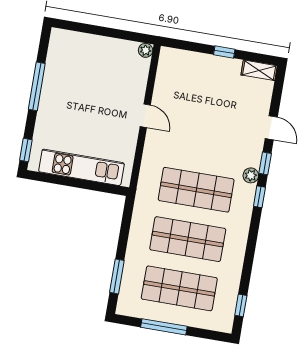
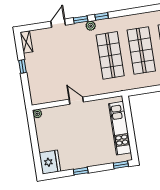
fridge: (66, 44) -> (50, 162), added
window: (37, 86) -> (81, 171), width x0.46
door: (145, 116) -> (76, 101), hinge flipped

